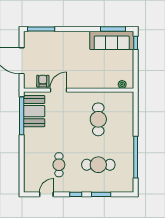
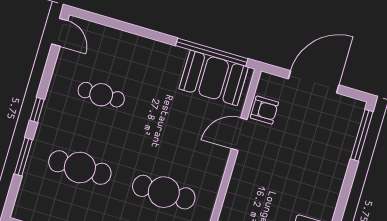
door: (58, 90) -> (239, 134), swing flipped
cafe table: (98, 165) -> (80, 168), turned 90
door: (46, 194) -> (60, 32), moved

